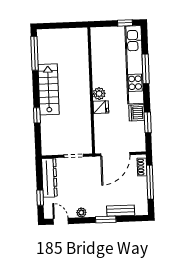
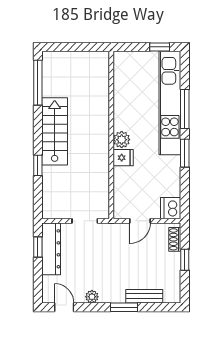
dishwasher: (137, 113) -> (171, 208), moved
window: (148, 122) -> (185, 153), moved
door: (115, 154) -> (140, 221), width x0.53
window: (150, 182) -> (185, 260), width x0.46
window: (40, 198) -> (38, 247), moved

